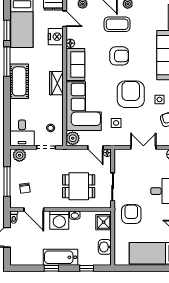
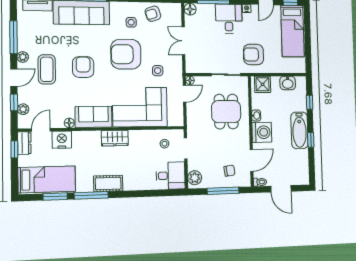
cot: (19, 81) -> (108, 183), width x0.73, depth x0.75
plant: (73, 138) -> (175, 119), removed

